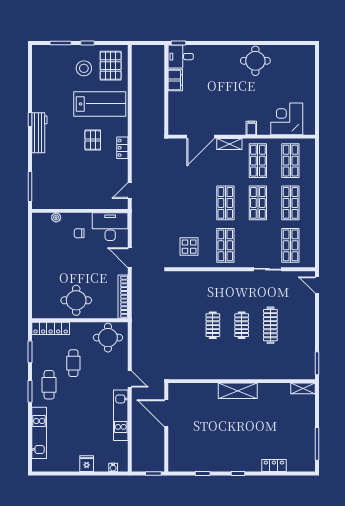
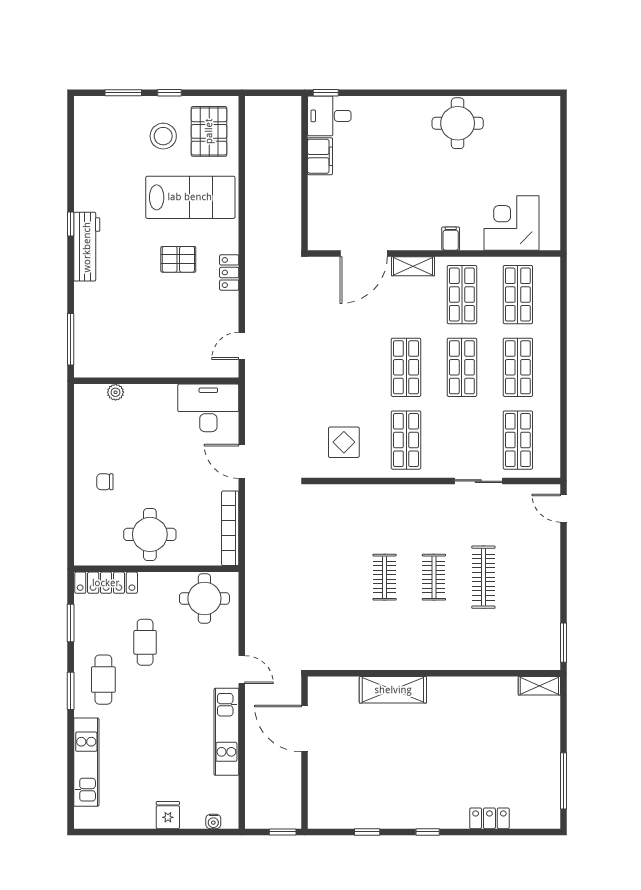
pallet: (93, 140) -> (178, 259), turned 90
chair: (79, 233) -> (105, 482), moved
shelving: (238, 391) -> (393, 690), moved

